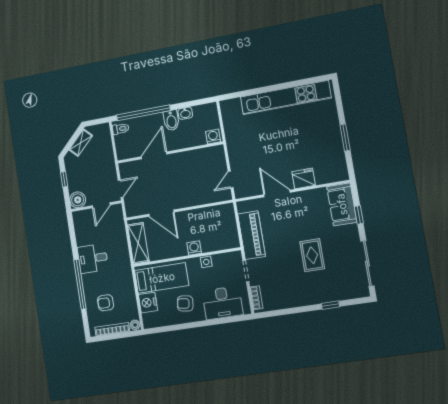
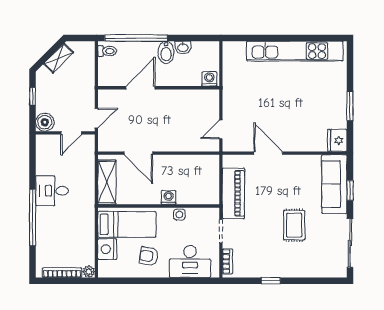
fridge: (304, 179) -> (337, 140), moved, turned -90
sofa: (342, 204) -> (334, 184), width x1.36
armchair: (106, 303) -> (59, 242), removed
window: (330, 305) -> (271, 281), moved

